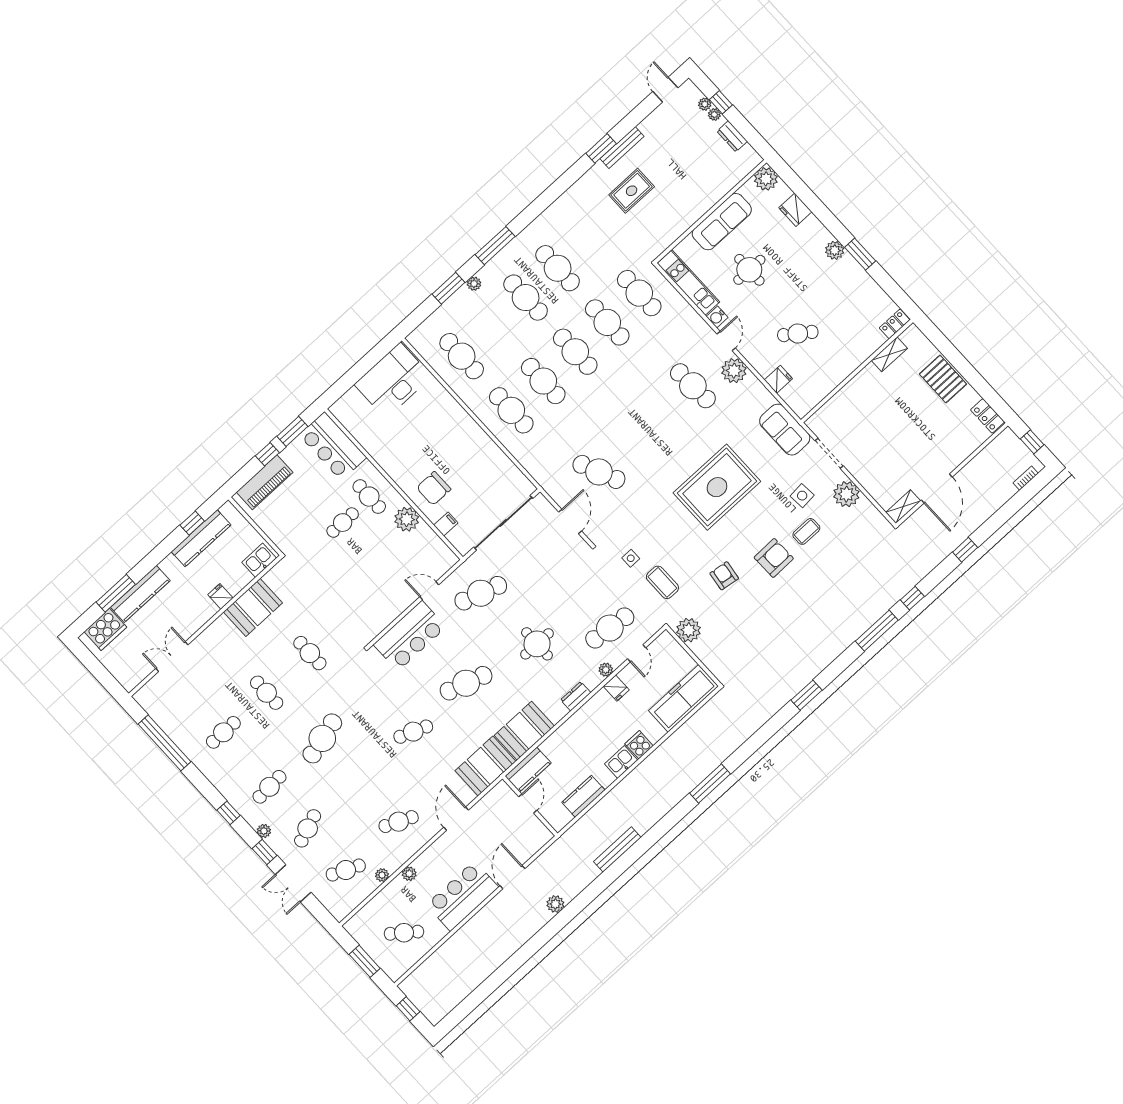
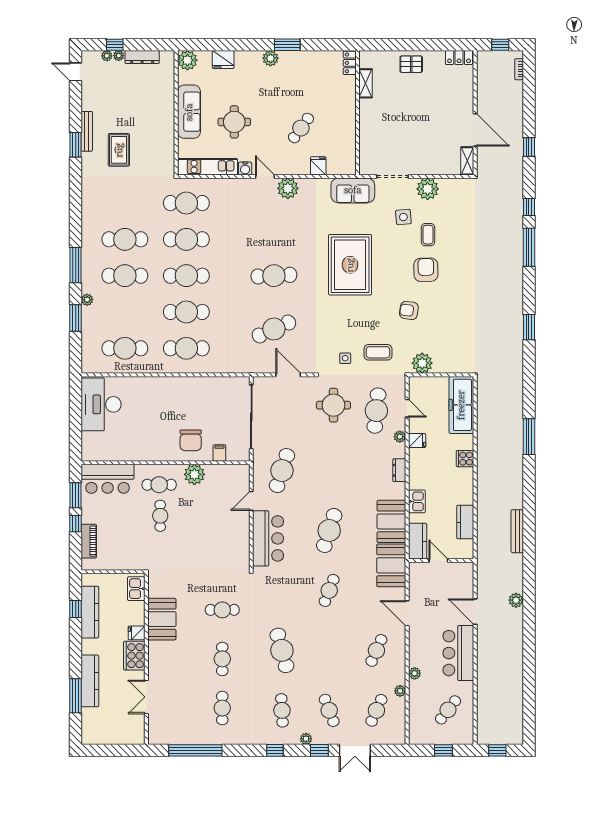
dresser: (732, 136) -> (142, 57), width x1.44
pallet: (943, 379) -> (411, 64), width x0.67, depth x0.71
cafe table: (693, 386) -> (274, 276), moved
piano: (265, 482) -> (89, 541), width x0.73, depth x0.75
cooker: (105, 629) -> (134, 656), moved, turned 180
round table: (537, 644) -> (333, 405), moved
cafe table: (267, 693) -> (222, 659), turned 90
kitchen sink: (621, 762) -> (417, 501), moved, turned 180
window: (365, 961) -> (443, 750), width x0.67

